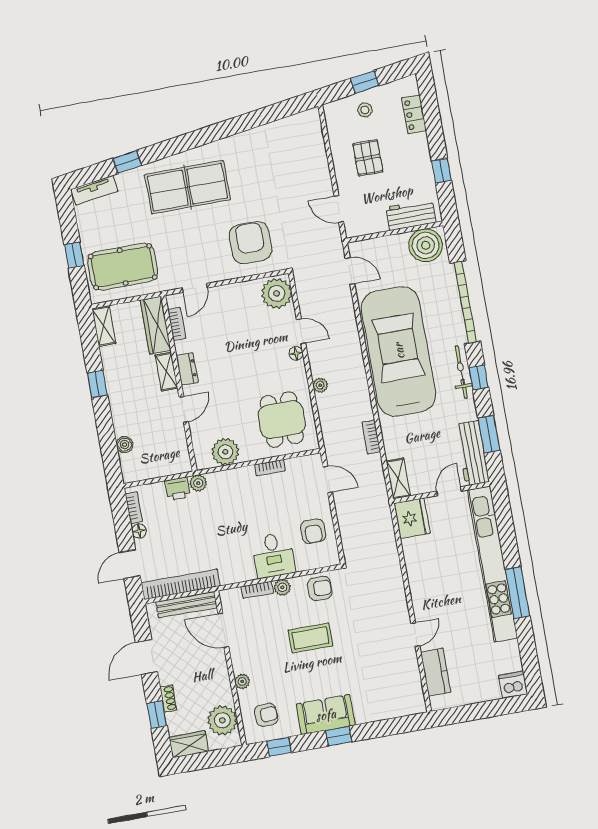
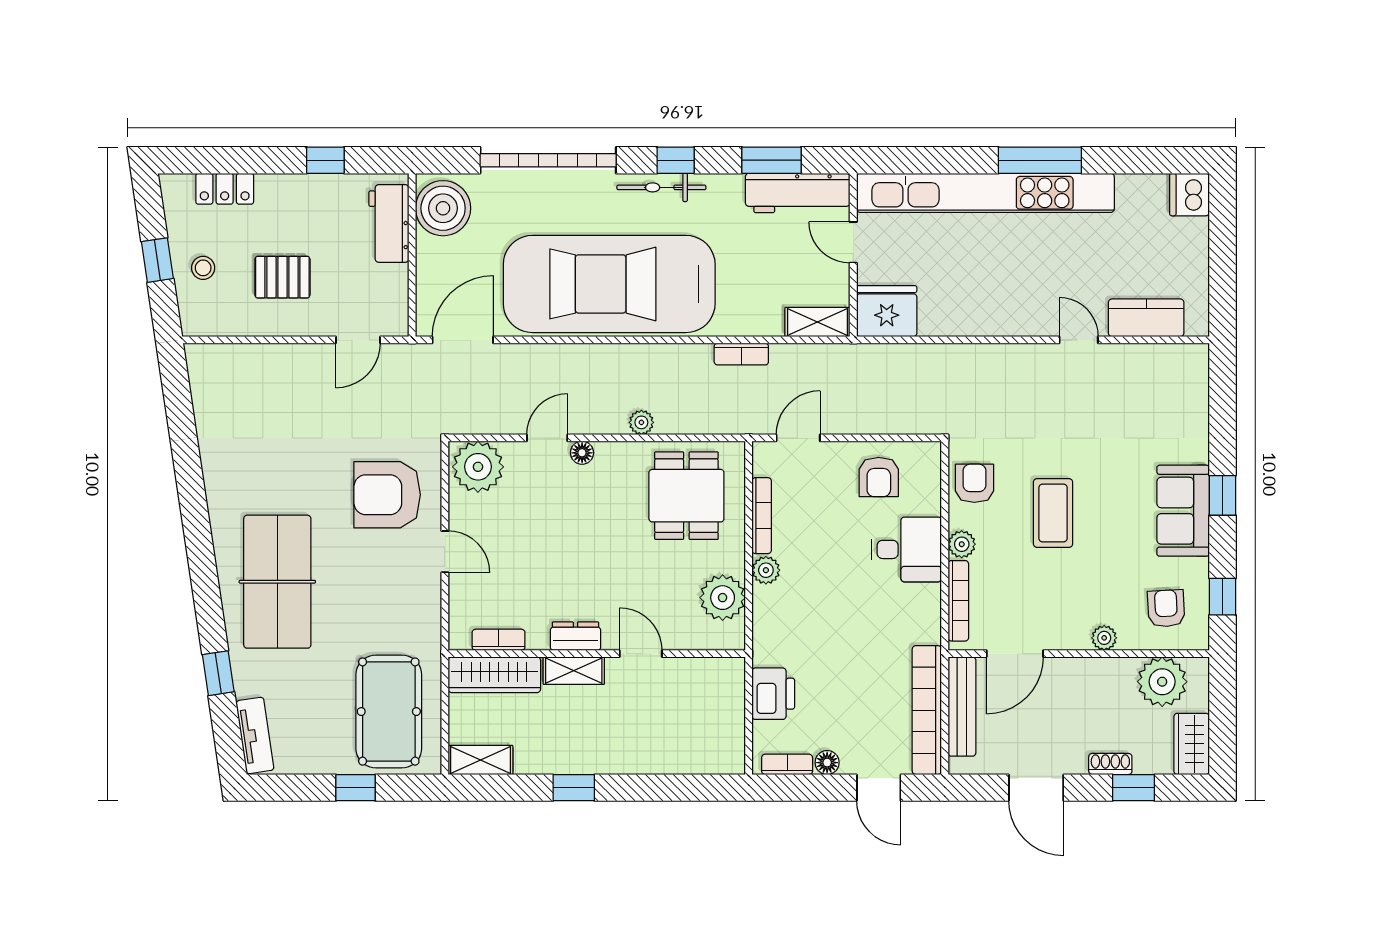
door: (350, 271) -> (463, 340), width x1.38
door: (195, 288) -> (445, 552), moved
dining table: (282, 420) -> (686, 496), turned 90
boiler: (125, 445) -> (681, 761), removed
bookcase: (270, 468) -> (762, 516), width x1.56
plant: (198, 483) -> (766, 570), moved
printer: (178, 489) -> (773, 694), width x1.36, depth x1.24
armchair: (313, 531) -> (879, 477), turned 90
bookcase: (257, 590) -> (958, 601), width x1.56

